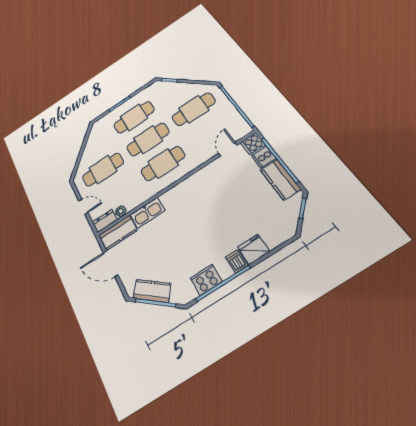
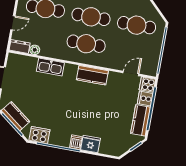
door: (83, 207) -> (13, 23), hinge flipped
kitchen counter: (118, 233) -> (92, 75), moved
cooker: (206, 280) -> (39, 135), moved

